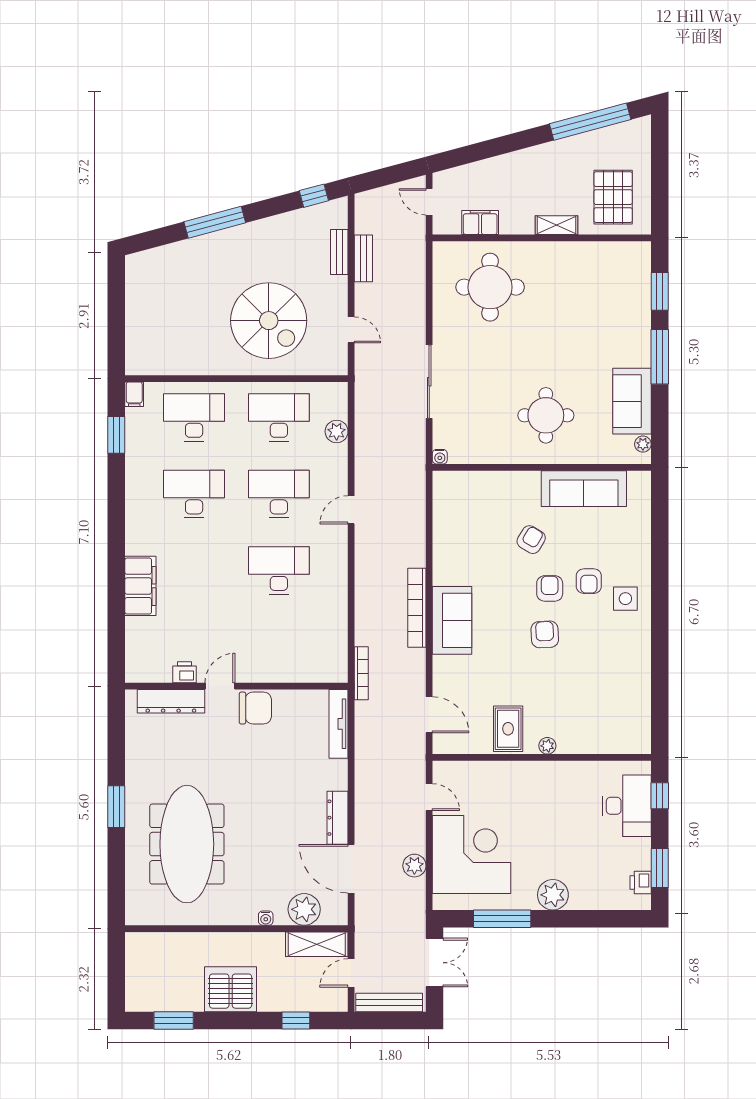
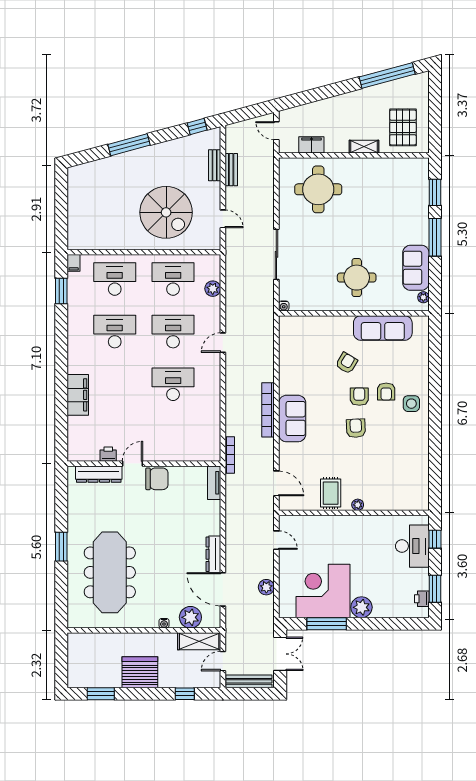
tv unit: (339, 724) -> (214, 483), width x0.71
corner desk: (471, 855) -> (323, 591), moved, turned -90

